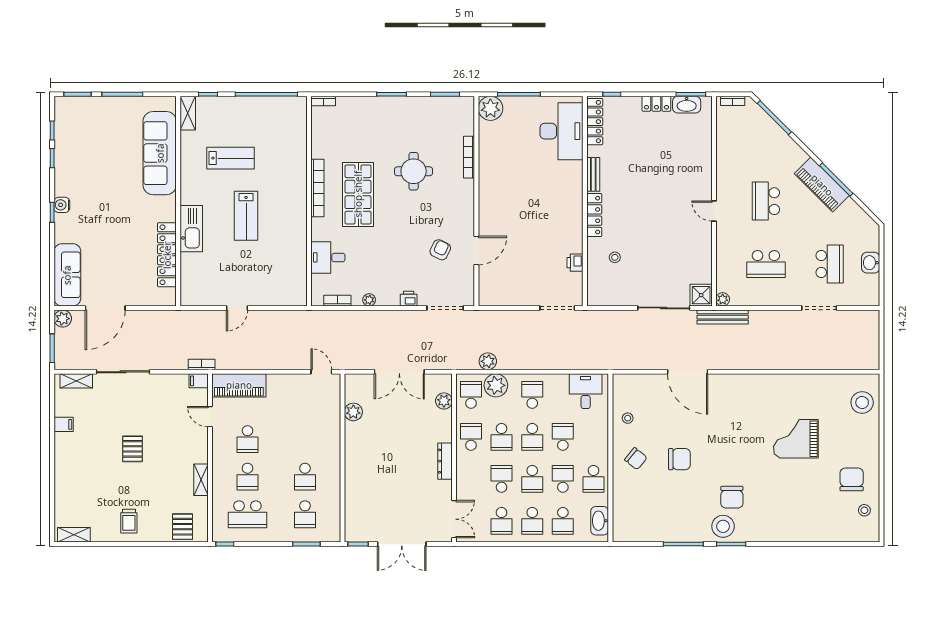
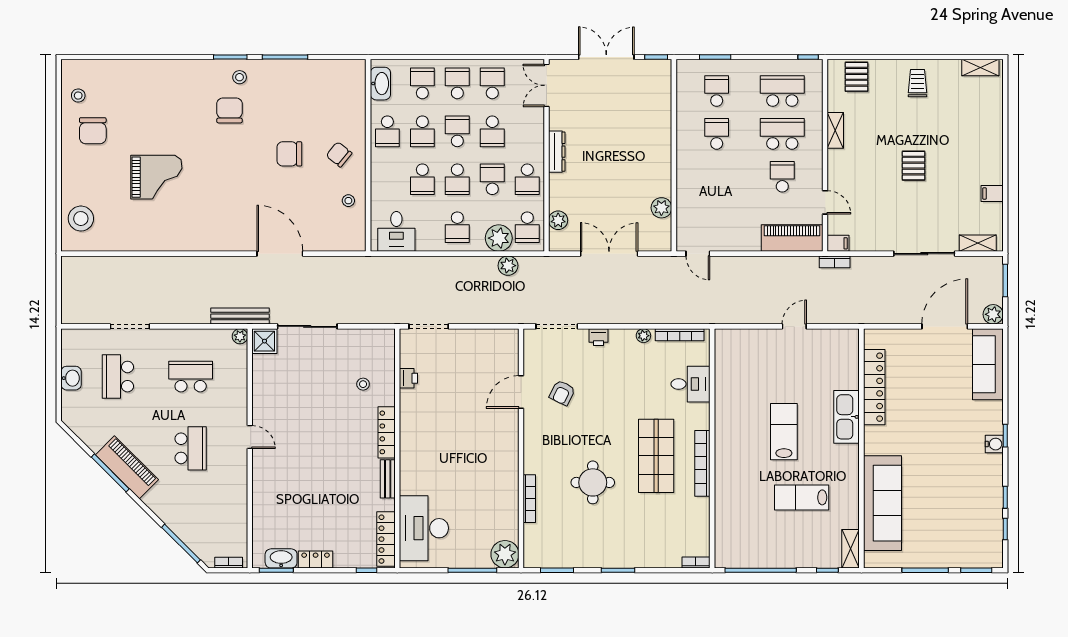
bookcase: (337, 301) -> (680, 335), width x1.56
school desk: (532, 437) -> (457, 179), turned 180
school desk: (247, 477) -> (782, 134), width x1.85
school desk: (594, 479) -> (387, 131), turned 180
stool: (723, 526) -> (240, 77), width x0.53, depth x0.53

